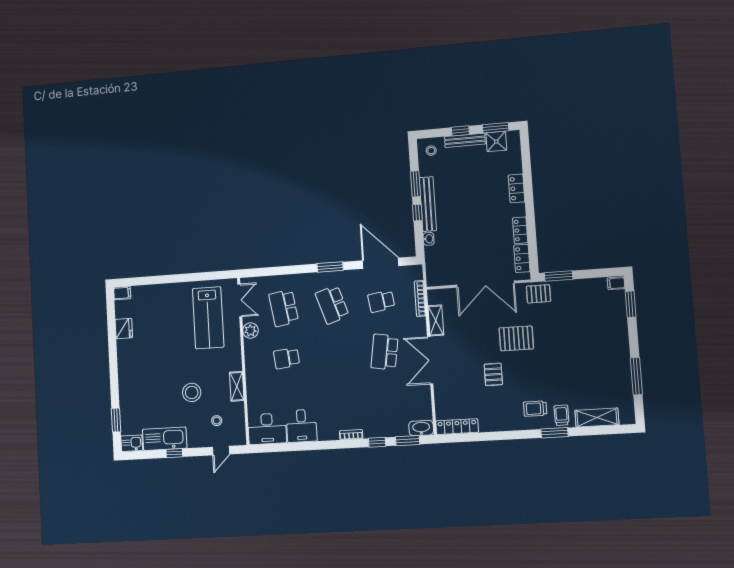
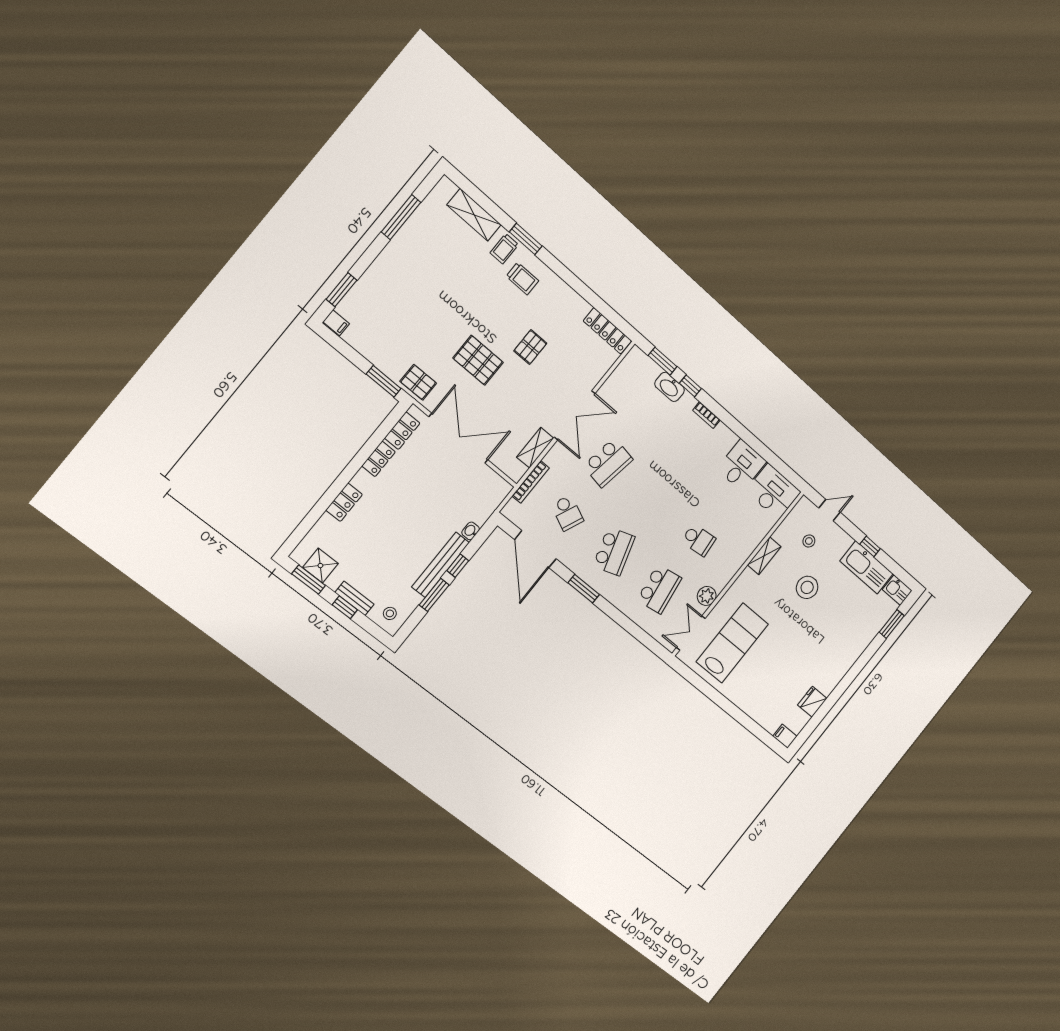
bench: (465, 140) -> (355, 598), width x0.73
school desk: (381, 301) -> (568, 513), turned 33
washbasin: (421, 428) -> (670, 387), moved

